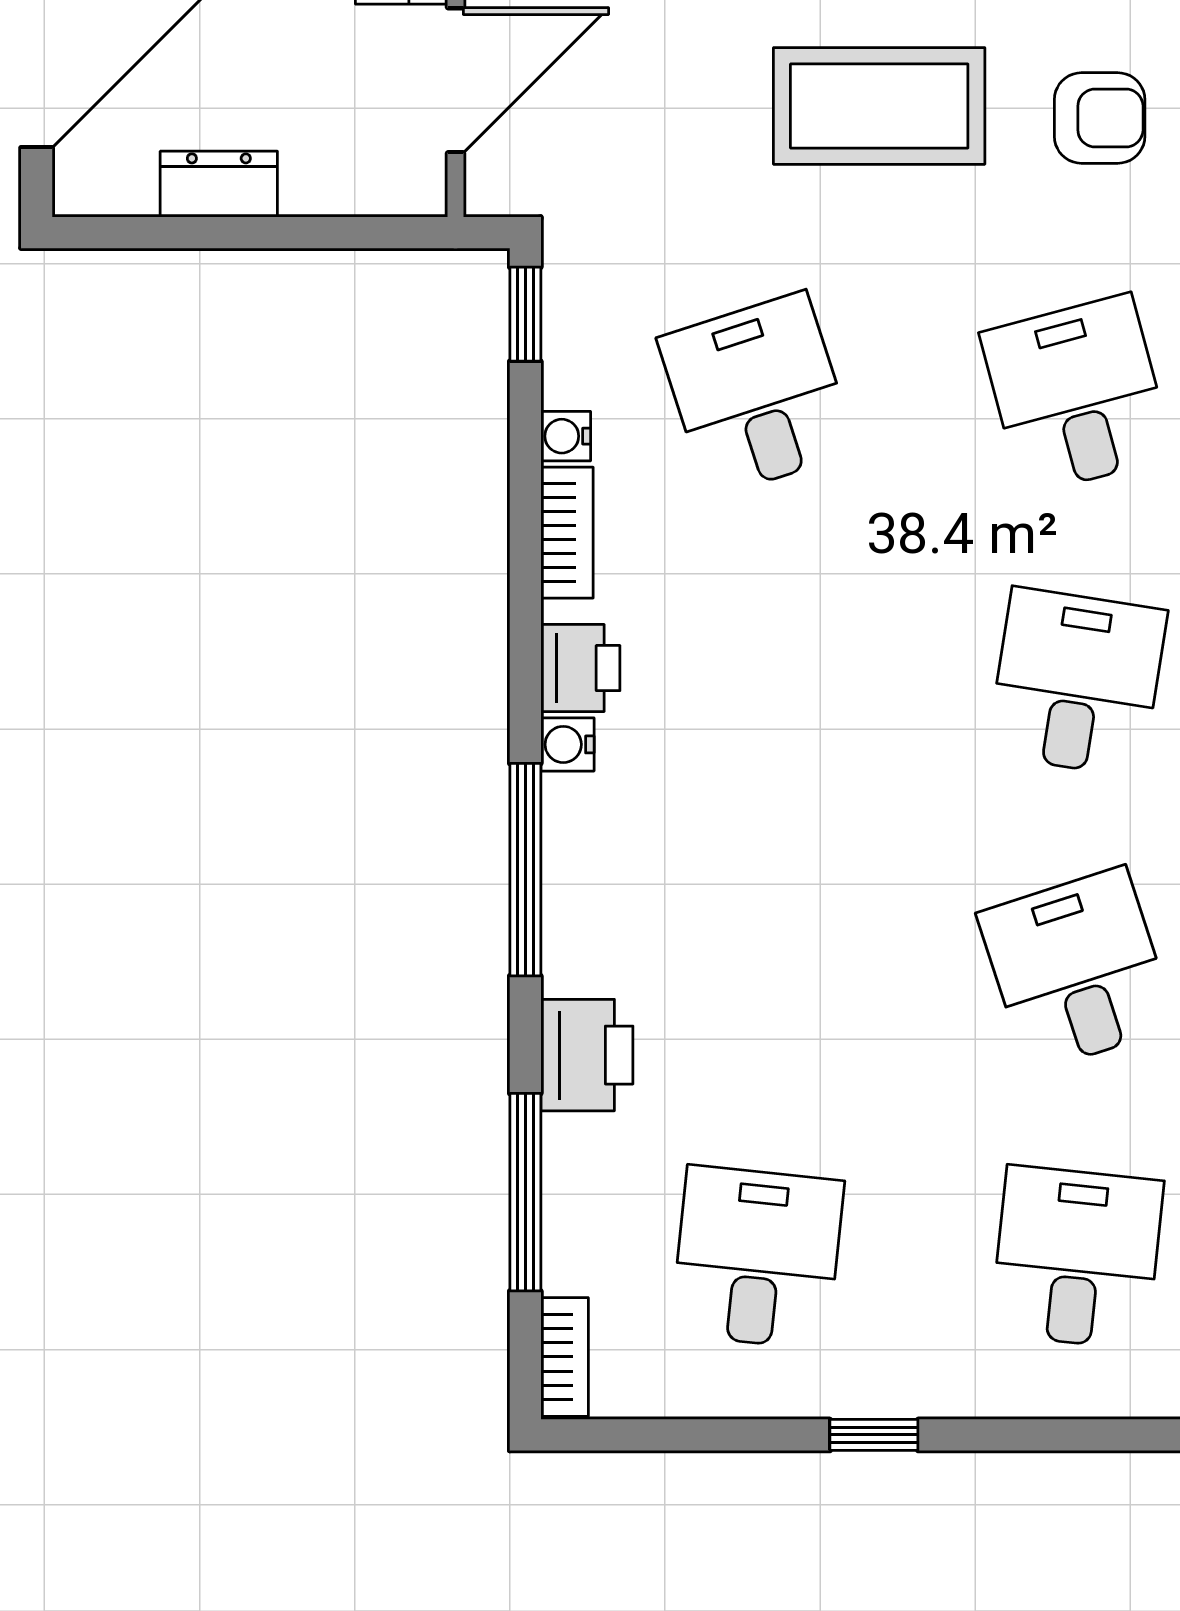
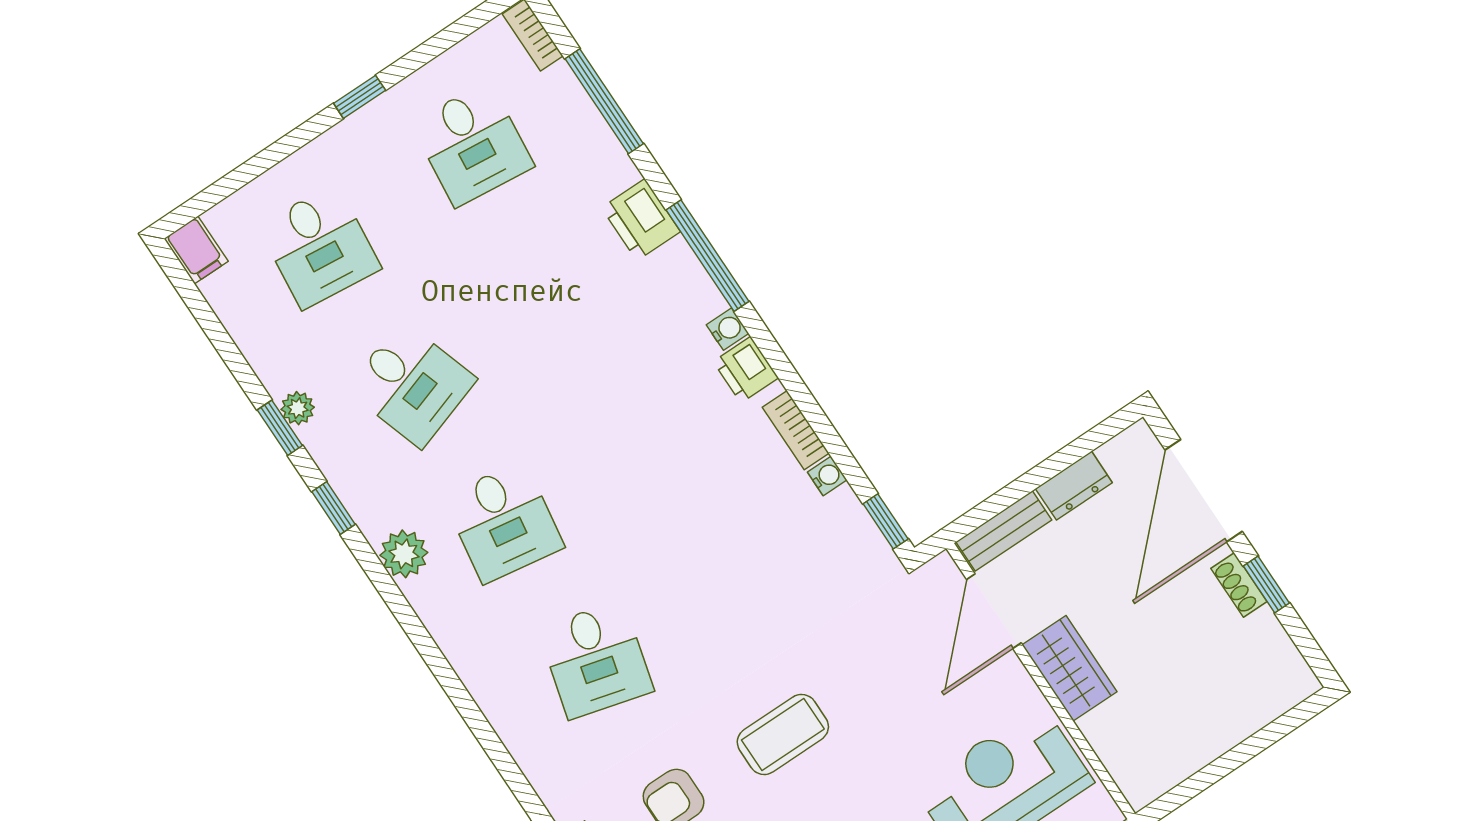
coffee table: (879, 106) -> (783, 734), width x0.73, depth x0.76
bench: (364, 186) -> (1004, 531), added
desk: (757, 395) -> (749, 557), removed
desk: (1077, 395) -> (596, 660), turned 30
printer: (587, 1055) -> (641, 220), moved

